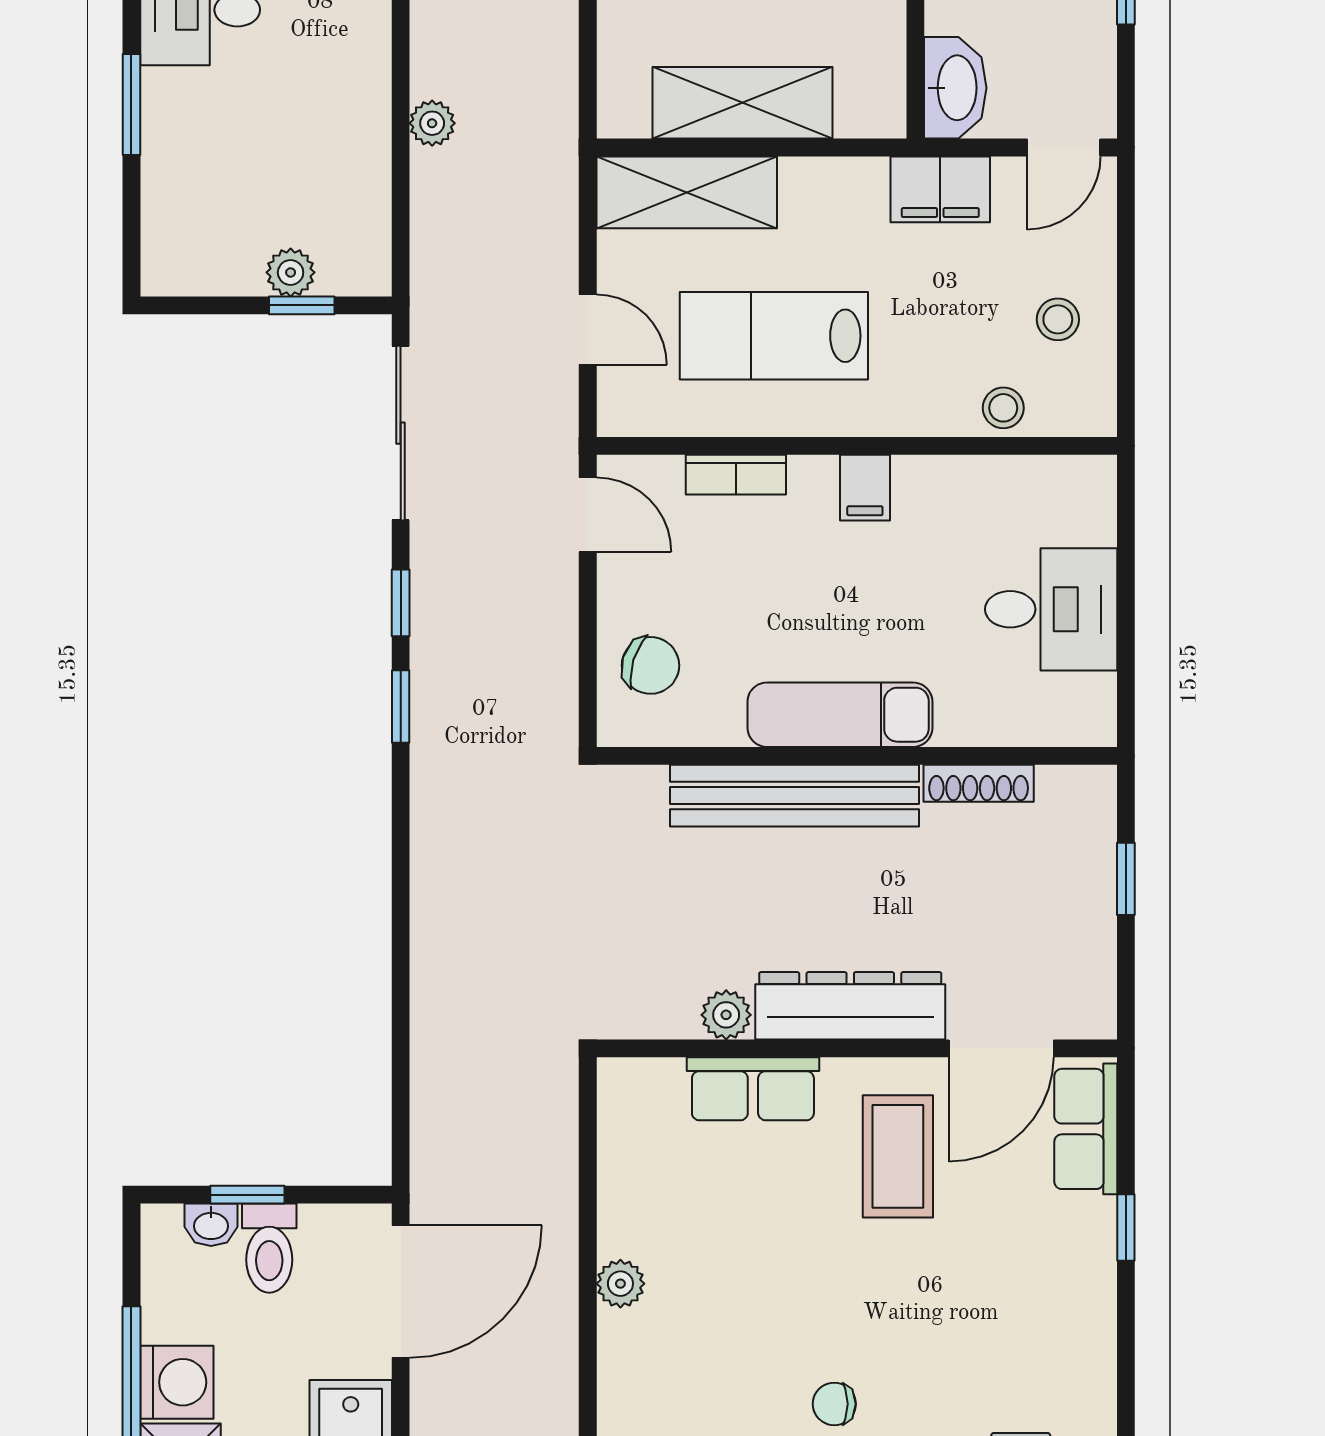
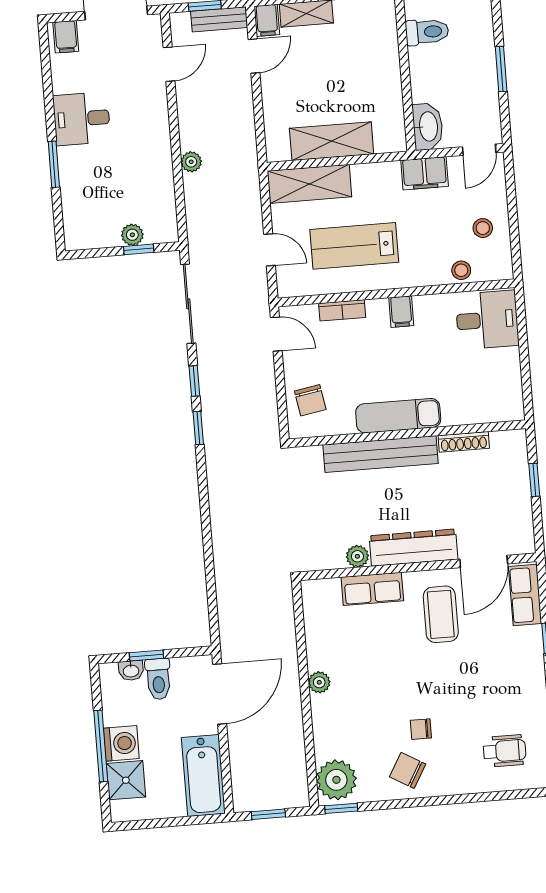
desk: (1051, 609) -> (487, 320), moved
chair: (650, 665) -> (310, 400), turned 63

